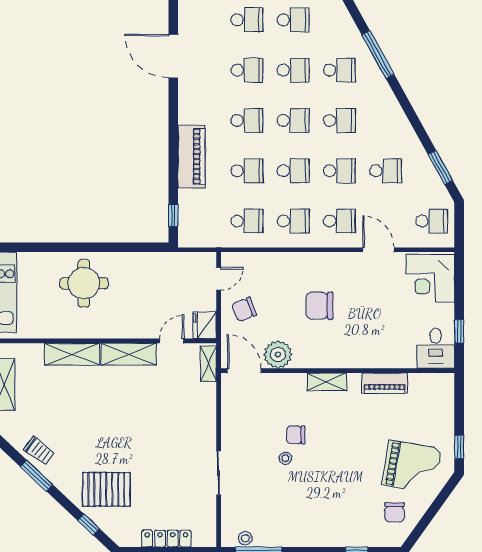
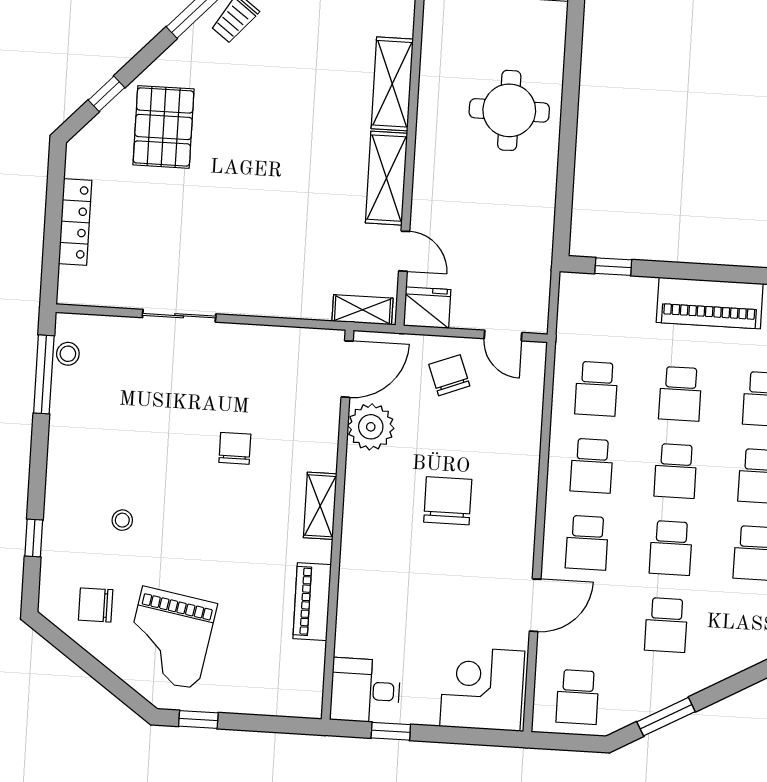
stool: (285, 458) -> (122, 520), moved

